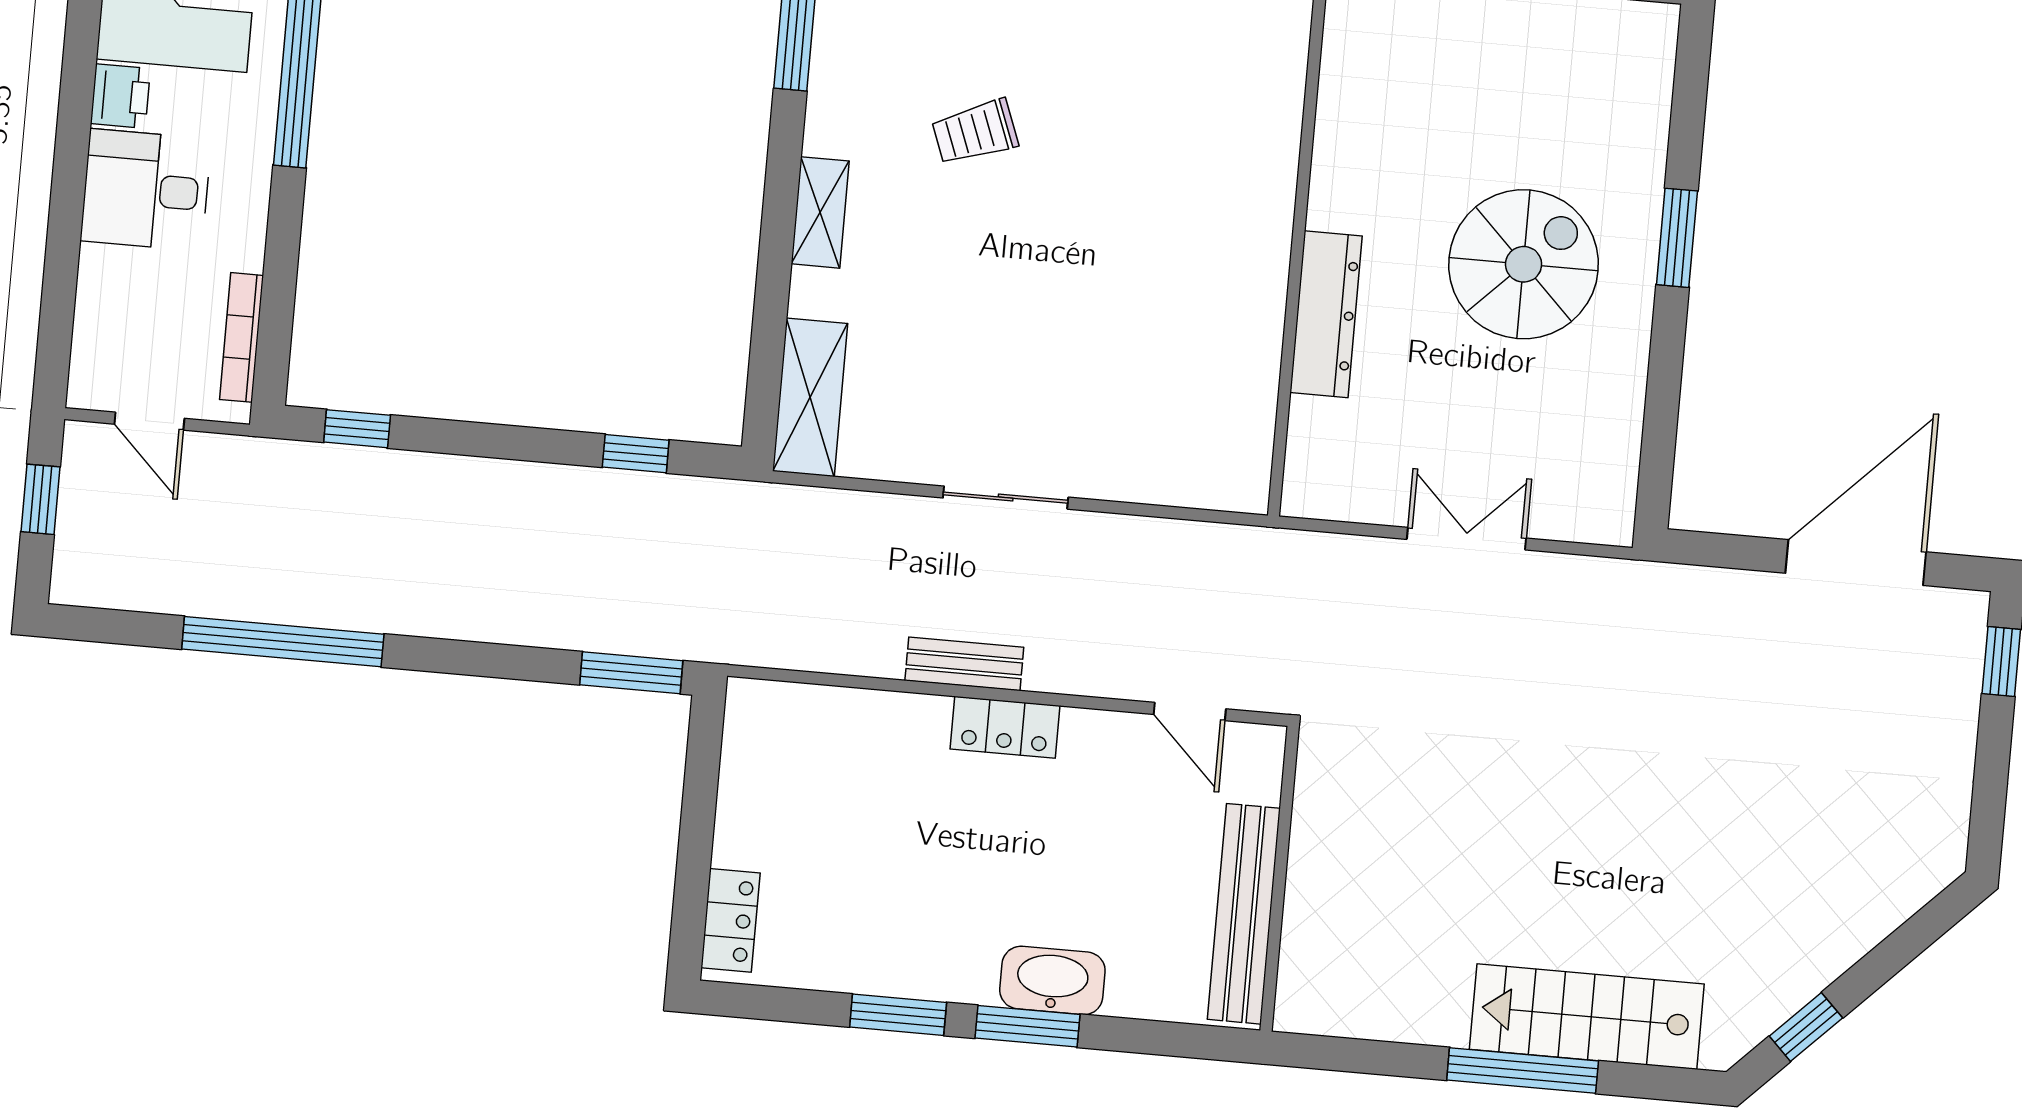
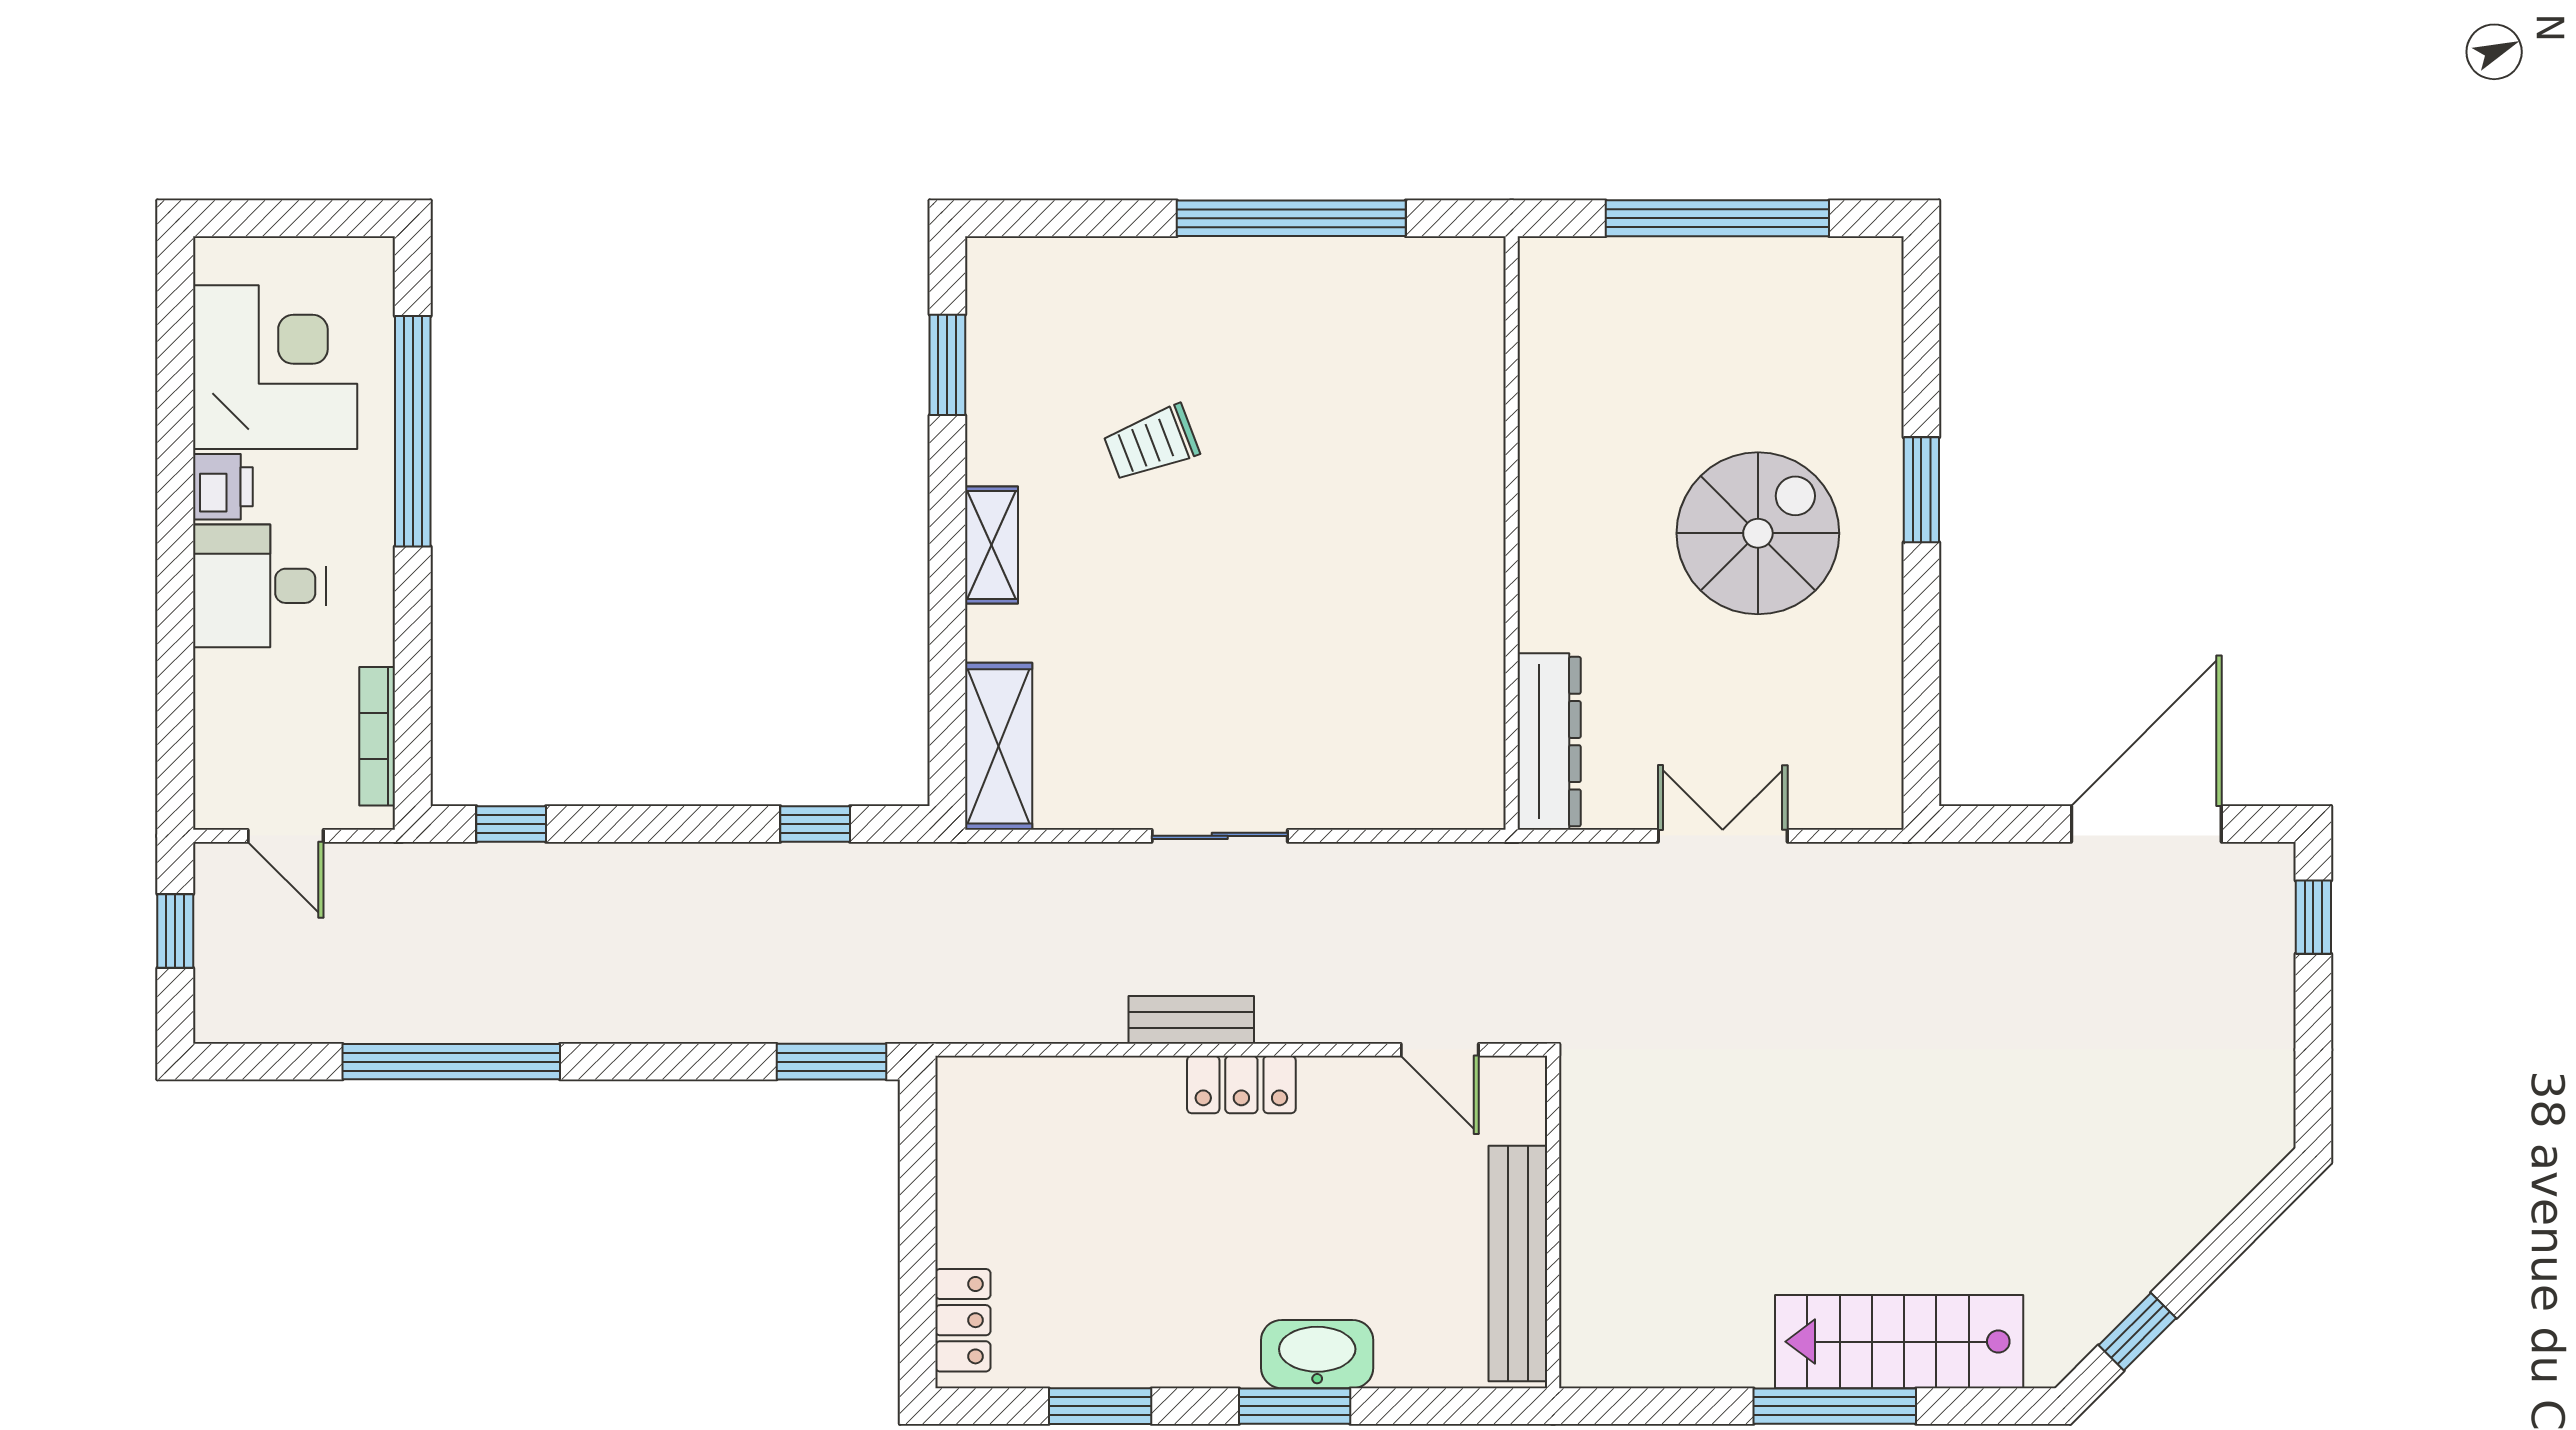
dresser: (1326, 314) -> (1549, 742), moved
window: (898, 1015) -> (1100, 1406), moved

